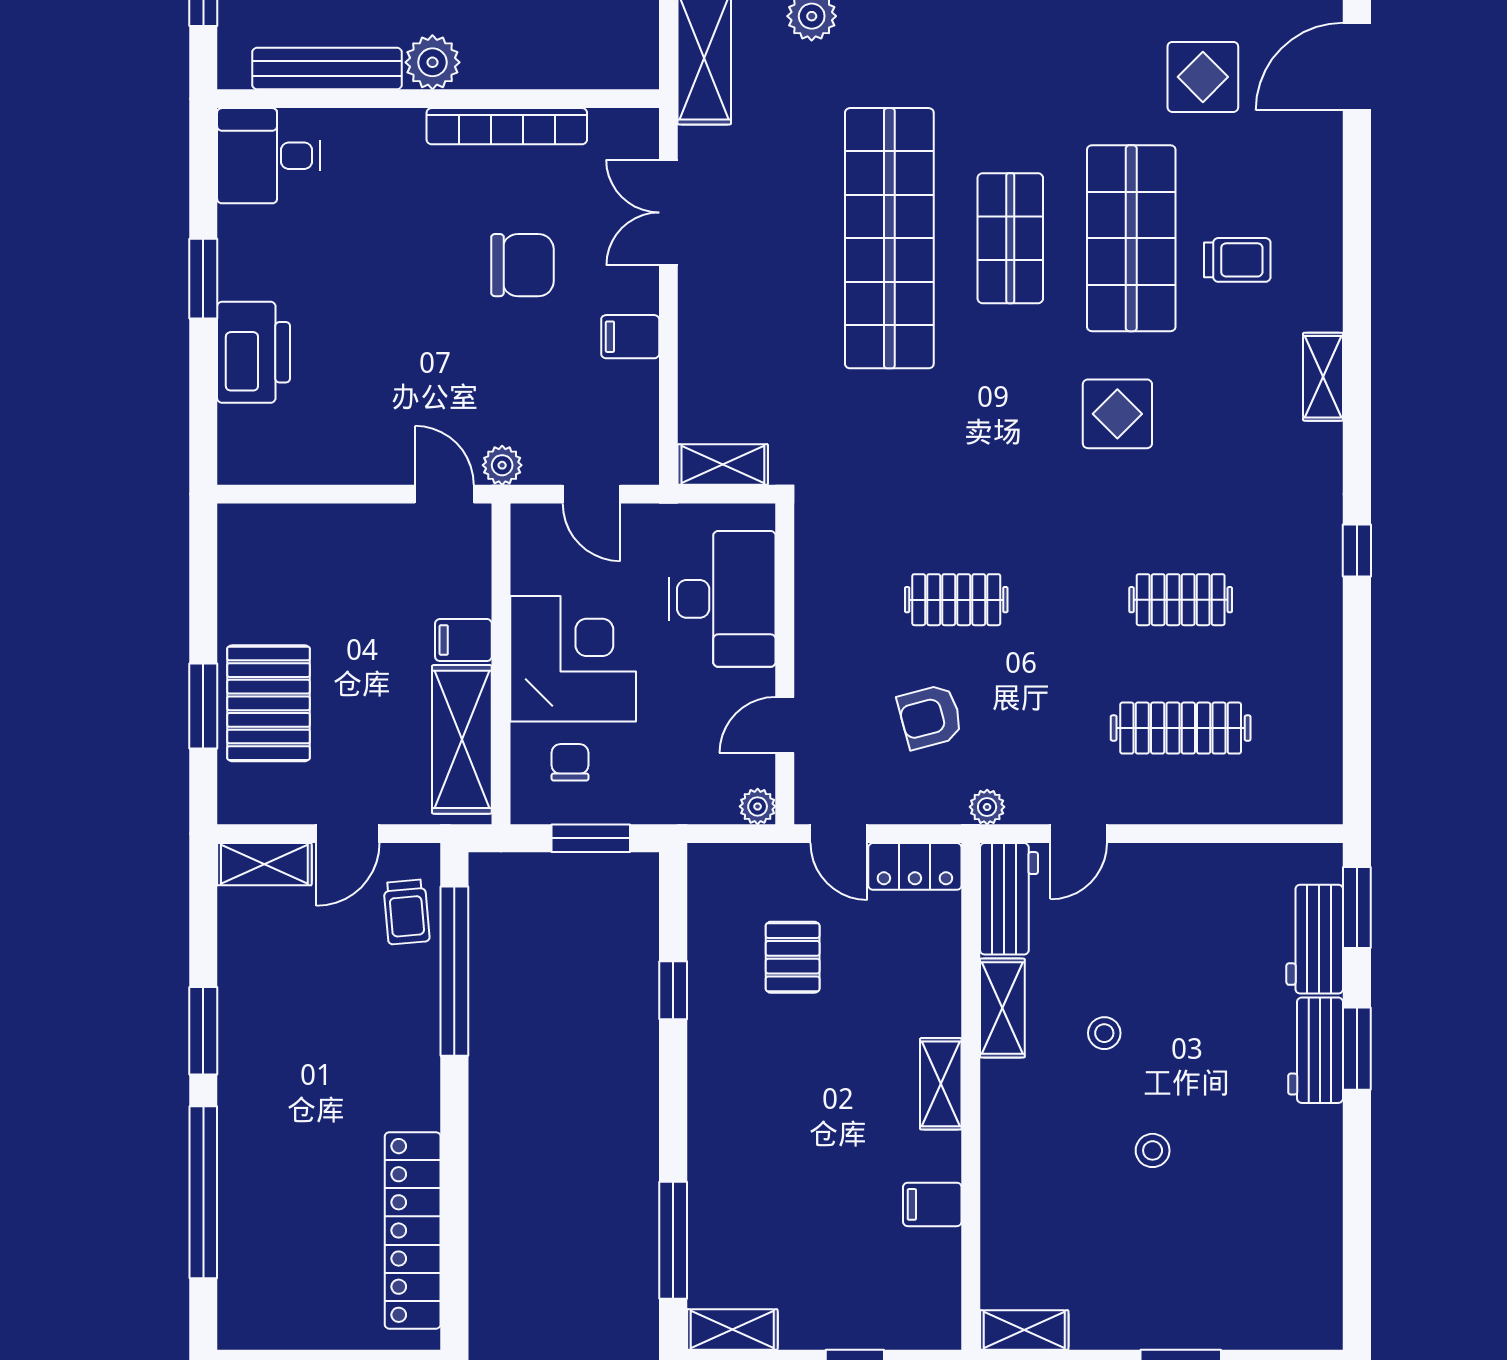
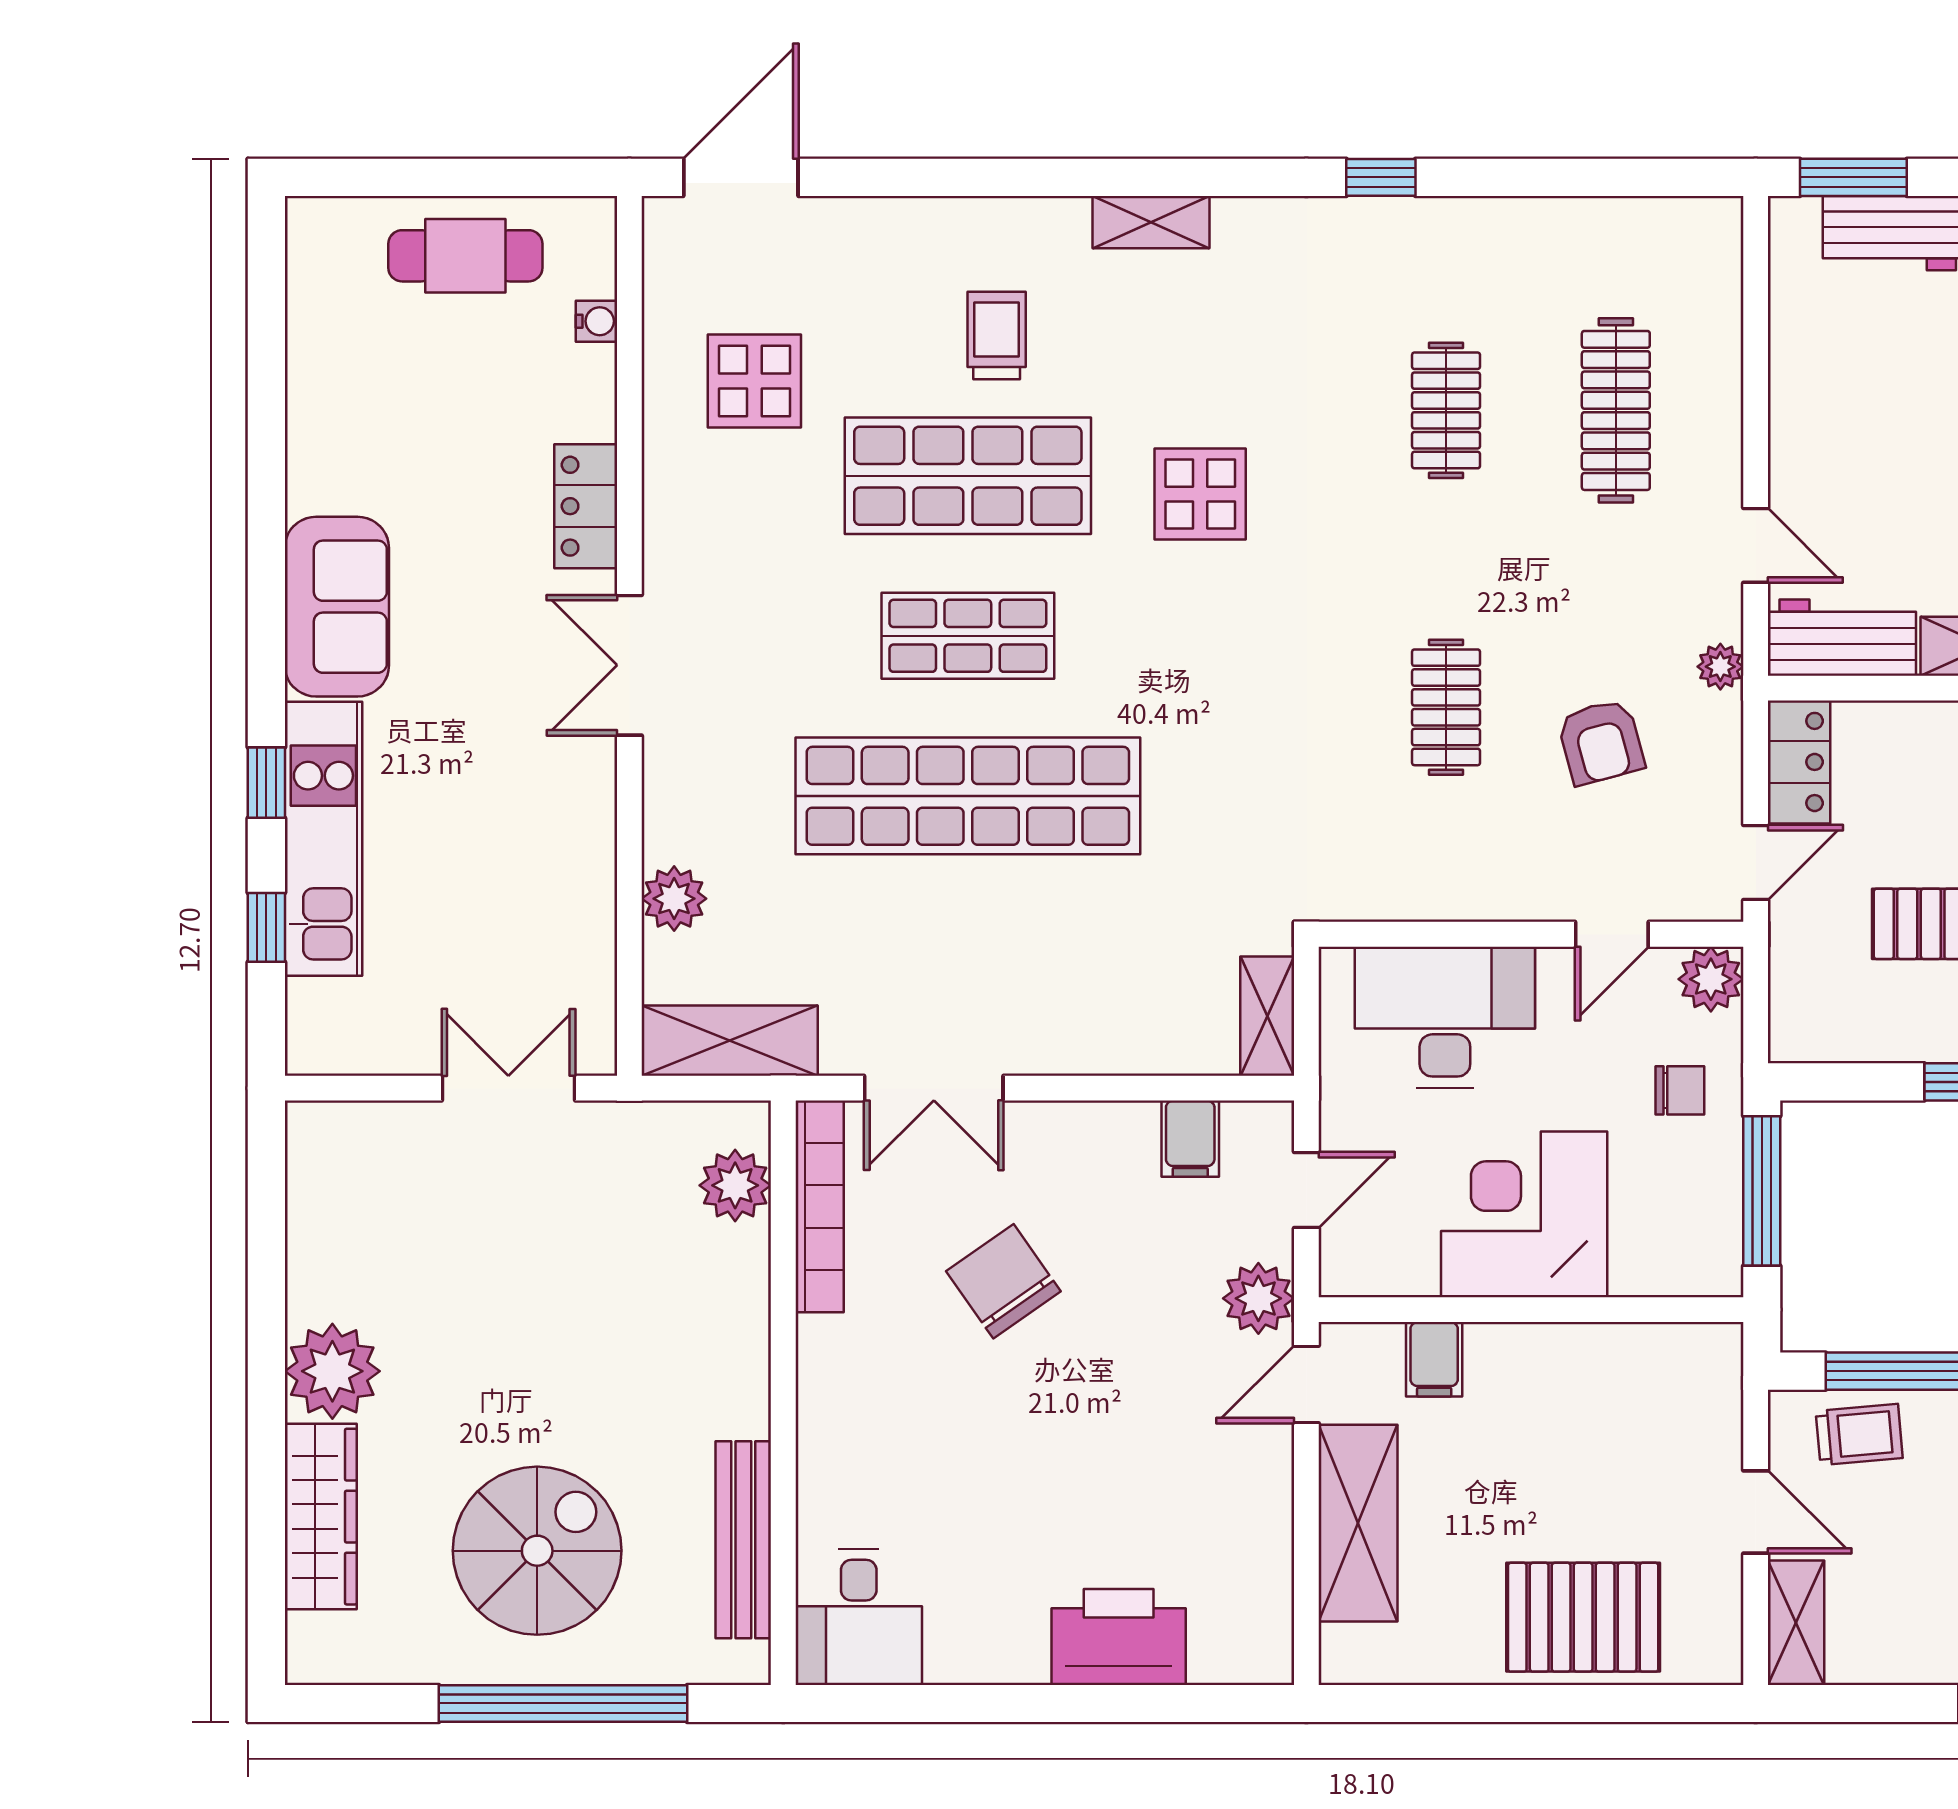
plant: (432, 62) -> (735, 1185), moved
door: (1357, 67) -> (741, 177), swing flipped
bookcase: (507, 126) -> (820, 1206), moved
chair: (522, 265) -> (1003, 1281), turned -35
window: (203, 279) -> (1021, 1703), removed
filing cabinet: (630, 337) -> (1190, 1139), moved
plant: (502, 465) -> (1258, 1298), width x1.38, depth x1.38
filing cabinet: (463, 640) -> (1434, 1359), moved
window: (203, 706) -> (1587, 1703), removed
door: (785, 725) -> (1612, 934), hinge flipped
shelving: (462, 739) -> (1358, 1523), moved, turned 90
chair: (570, 762) -> (1680, 1090), moved, turned 180
plant: (758, 806) -> (1711, 979), width x1.38, depth x1.38
window: (591, 838) -> (1762, 1191), width x1.44

